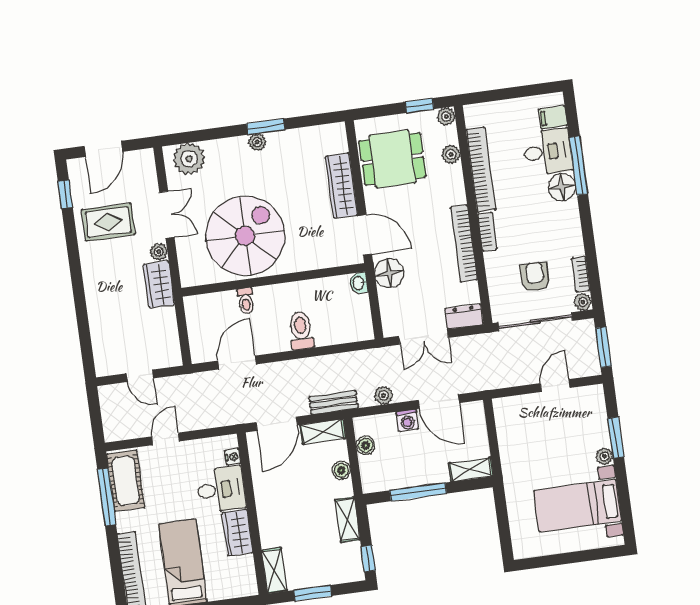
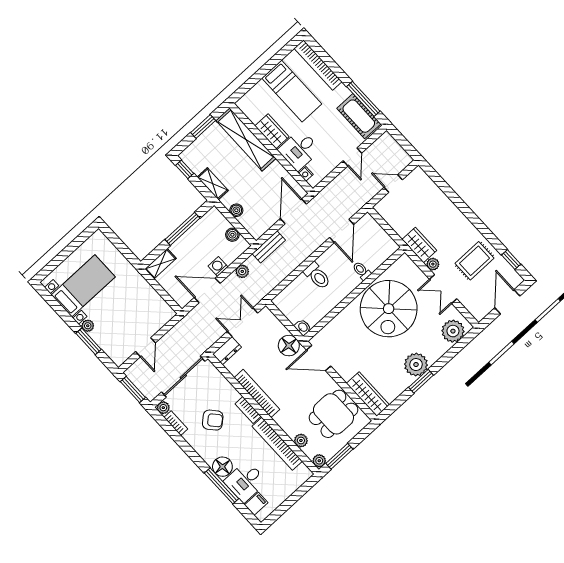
window: (419, 106) -> (339, 456), width x1.50
plant: (257, 142) -> (416, 365), width x1.87, depth x1.87
wardrobe: (341, 186) -> (368, 394), moved
armchair: (535, 277) -> (213, 420), moved, turned -41
shelving: (322, 432) -> (263, 225), removed
shelving: (274, 571) -> (246, 139), width x2.20, depth x1.33

